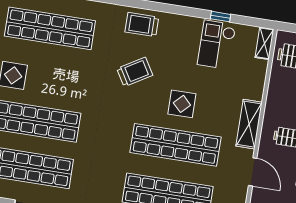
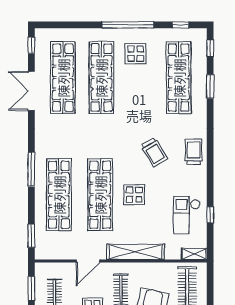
checkout: (217, 45) -> (187, 215), turned -90
shelving: (249, 124) -> (136, 252), width x1.47

